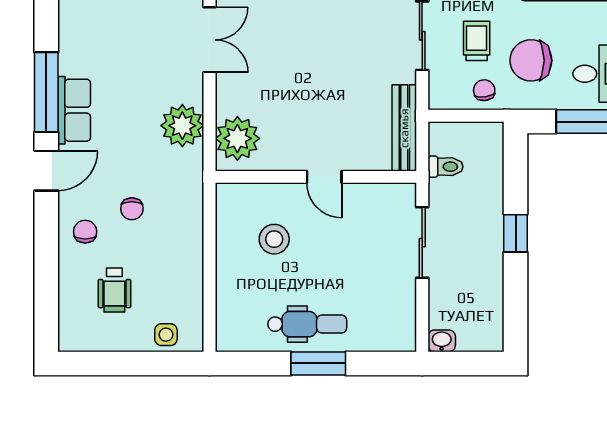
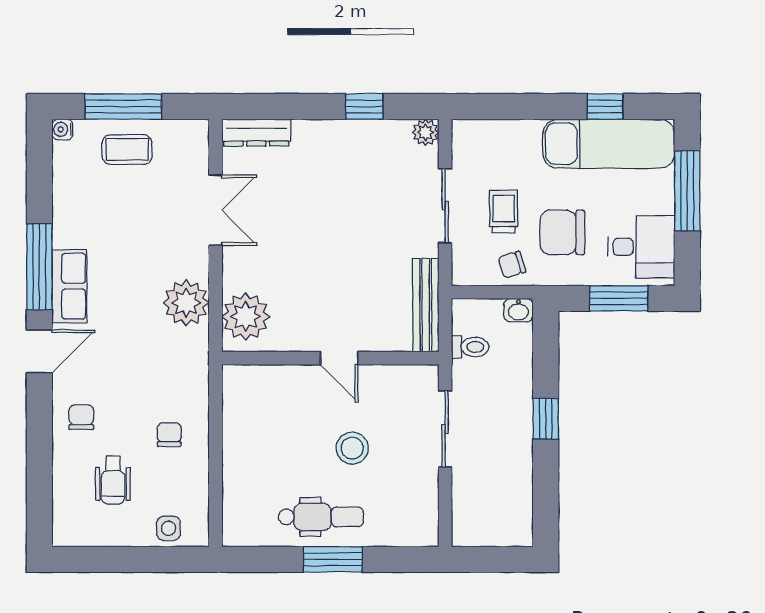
chair: (484, 90) -> (512, 265), turned -100
chair: (132, 209) -> (169, 435), moved, turned 180
stool: (274, 239) -> (352, 448), moved
washbasin: (442, 341) -> (518, 310), moved, turned 180

